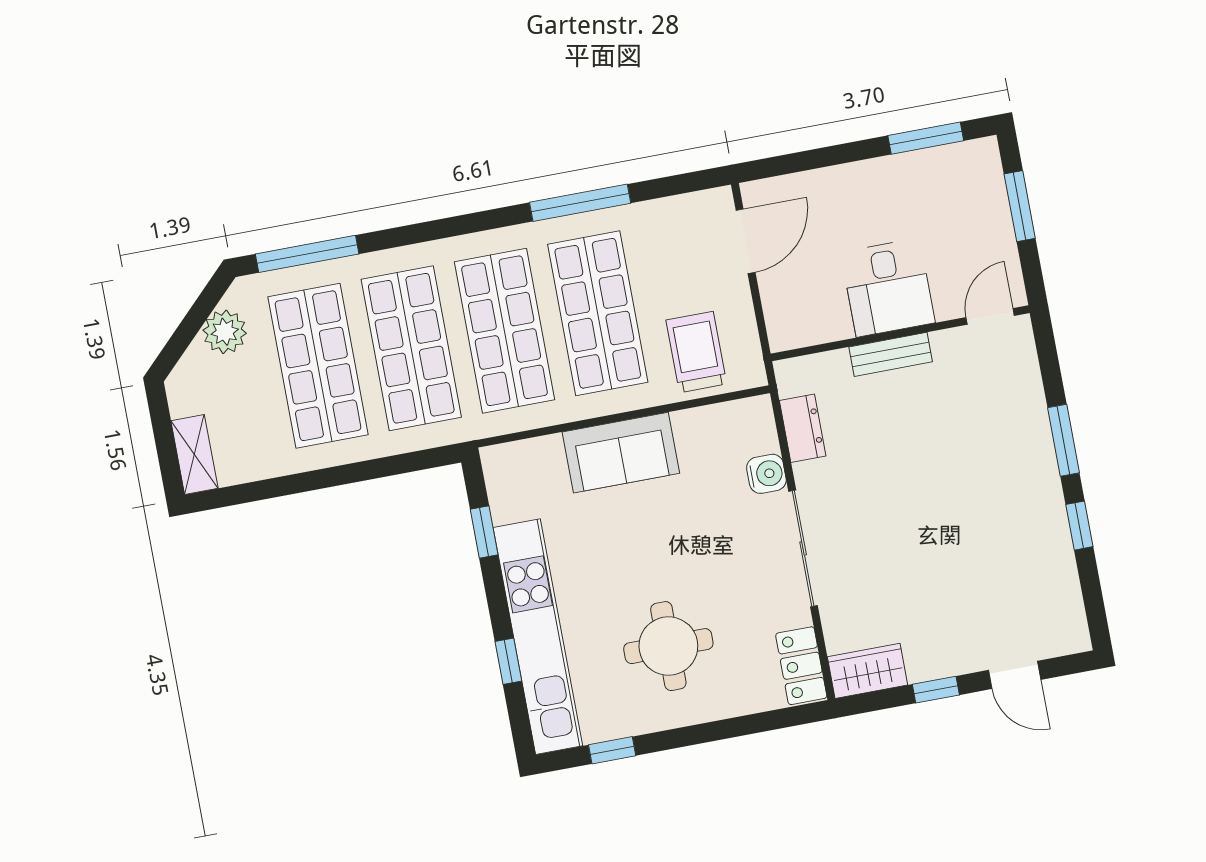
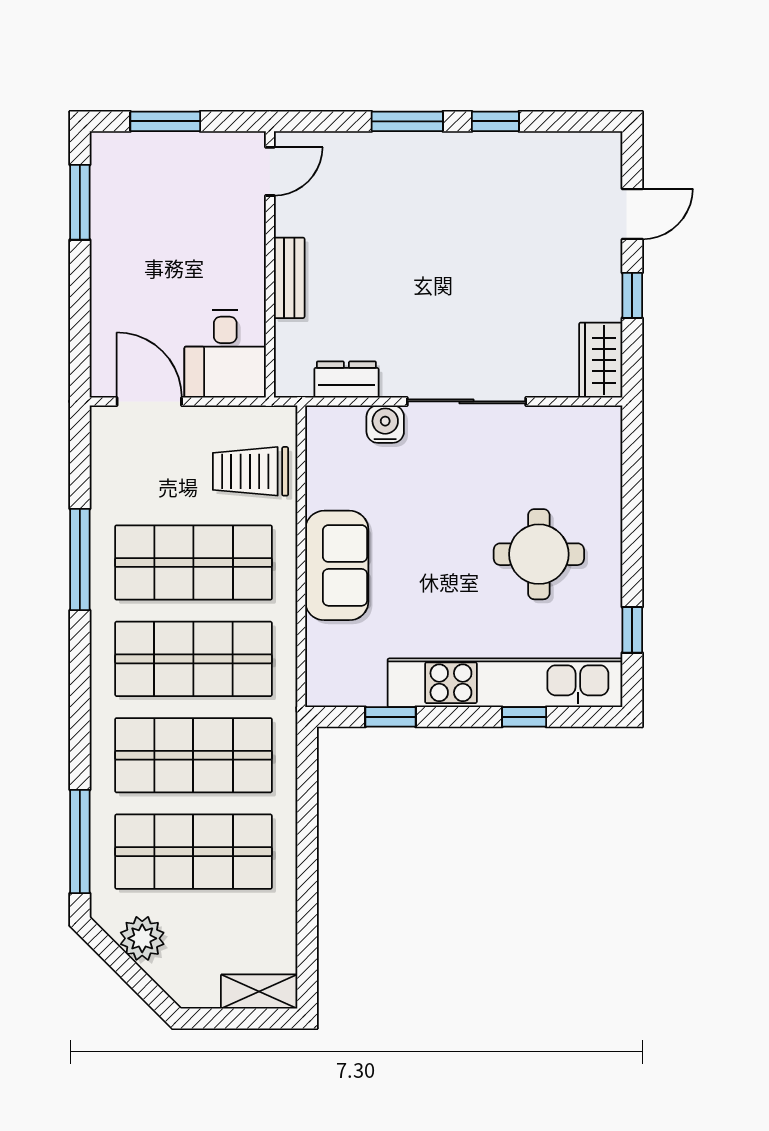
desk: (888, 288) -> (225, 354), moved, turned 90
door: (990, 316) -> (270, 171), swing flipped
locker: (801, 666) -> (583, 425), removed

